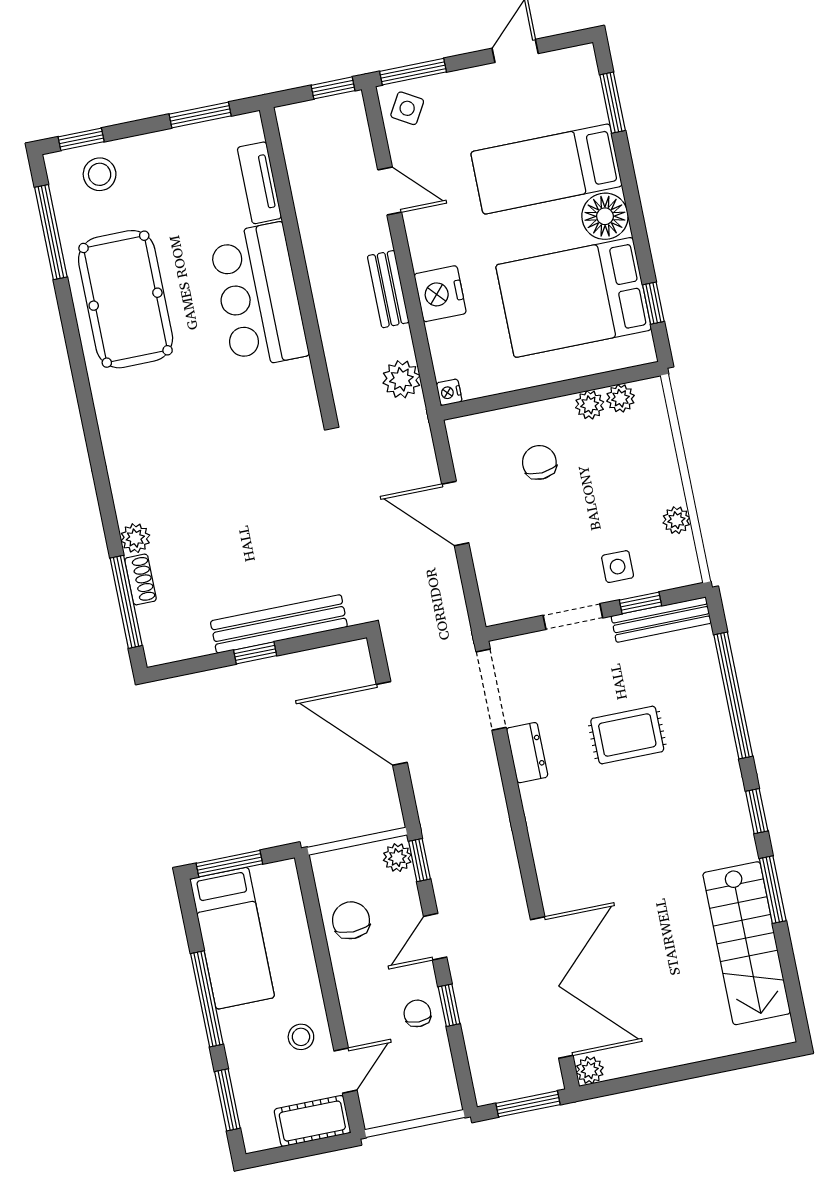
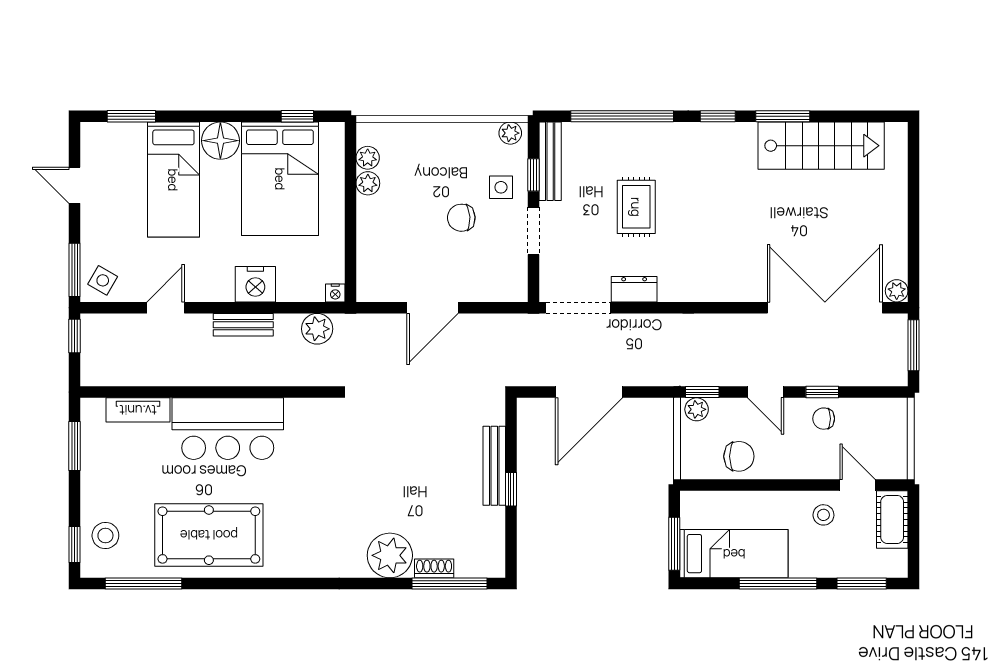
chair: (539, 462) -> (461, 218), moved
plant: (676, 520) -> (510, 133), moved
plant: (135, 538) -> (390, 555), width x1.88, depth x1.88
bench: (279, 624) -> (494, 466), width x0.73, depth x0.82
chair: (351, 920) -> (739, 456), turned 180

